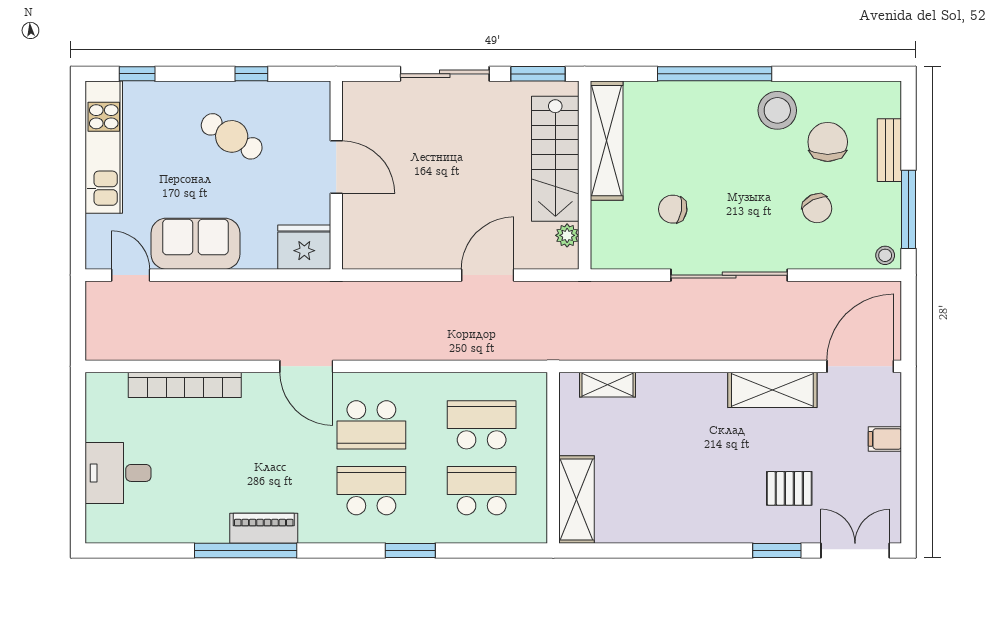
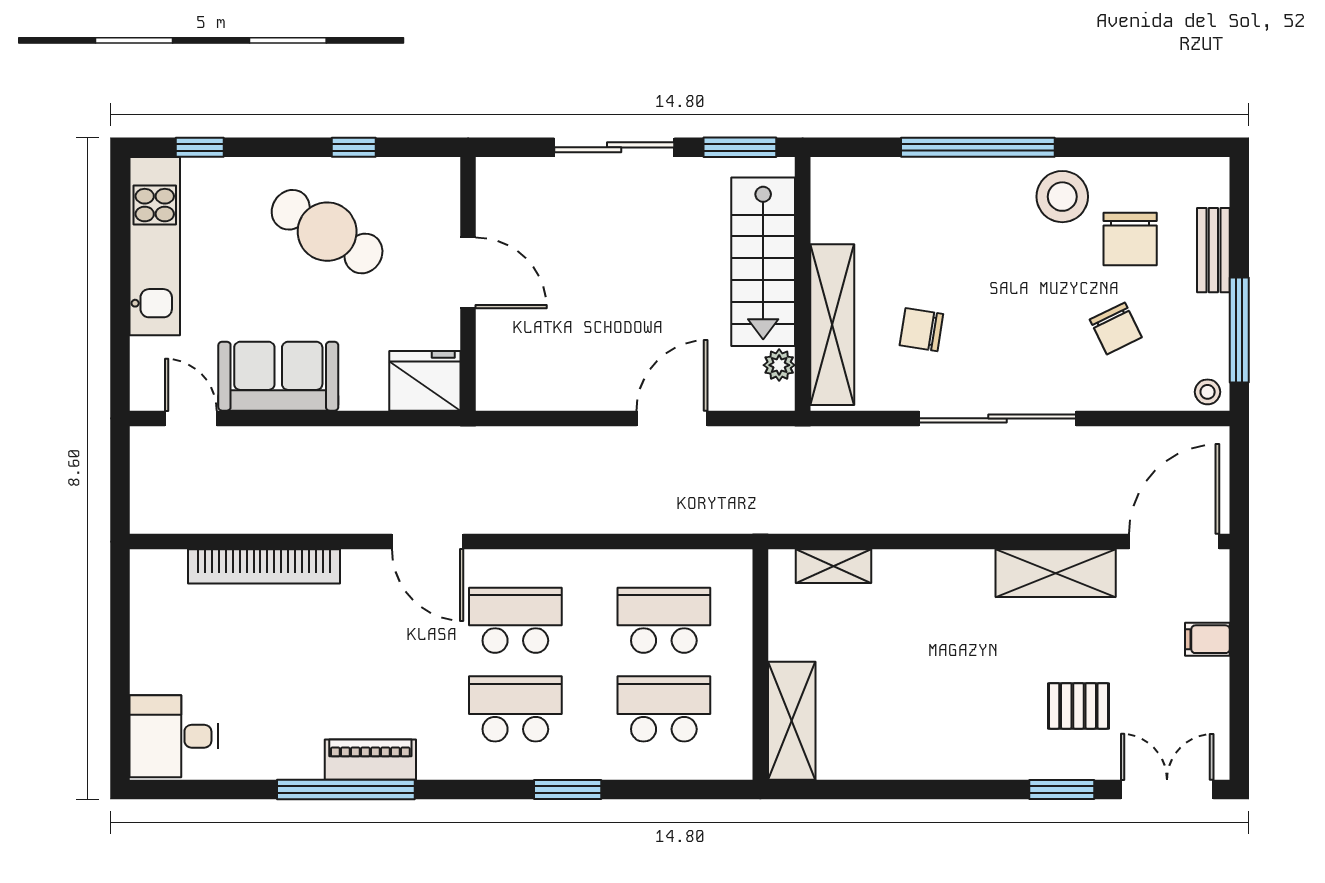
cafe table: (232, 136) -> (327, 232), width x1.37, depth x1.35
shelving: (607, 141) -> (832, 325), moved
chair: (828, 142) -> (1130, 239), turned 180
school desk: (371, 425) -> (515, 620), turned 180
desk: (118, 473) -> (174, 736), moved

